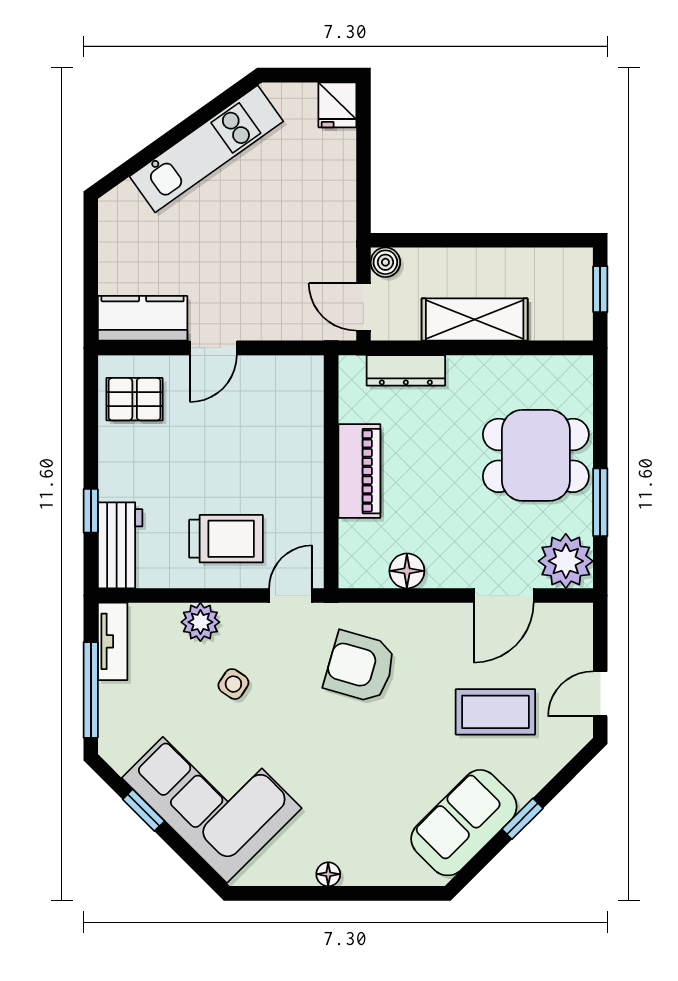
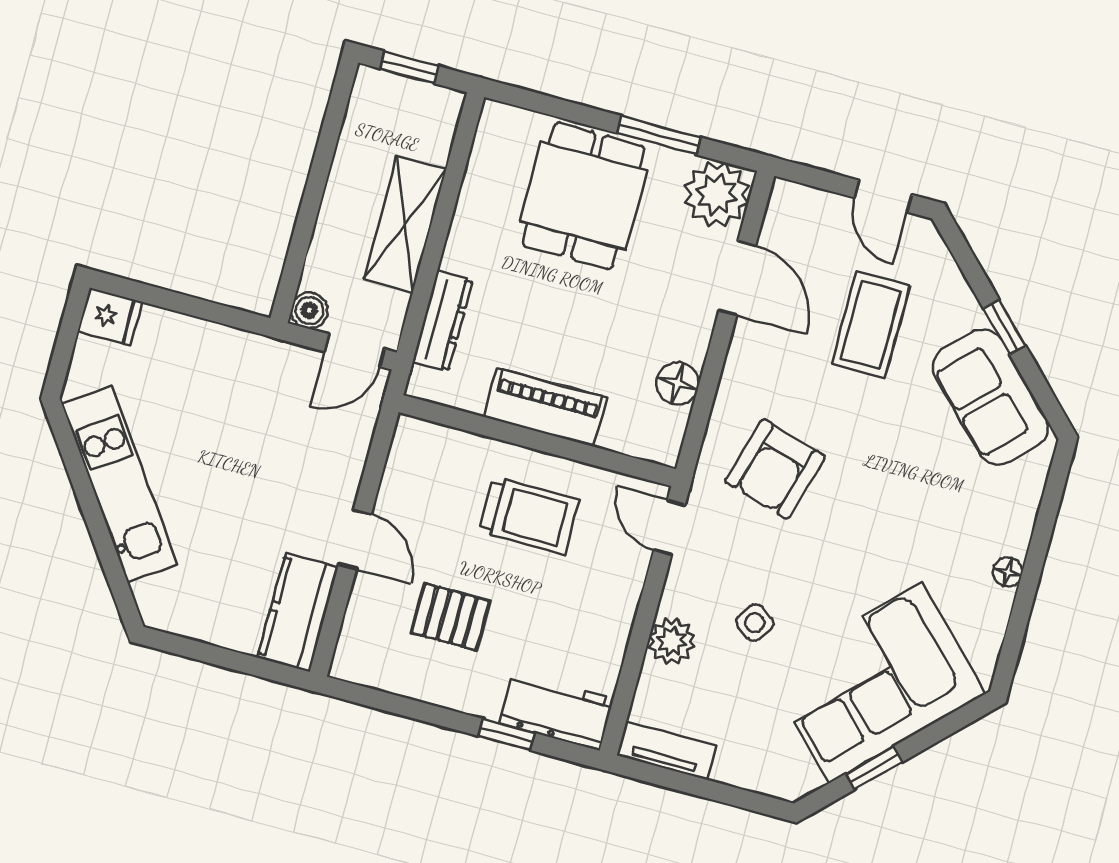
pallet: (135, 399) -> (450, 617), moved, turned 90
trolley: (226, 539) -> (529, 516), moved, turned 90
window: (91, 690) -> (716, 791), removed

